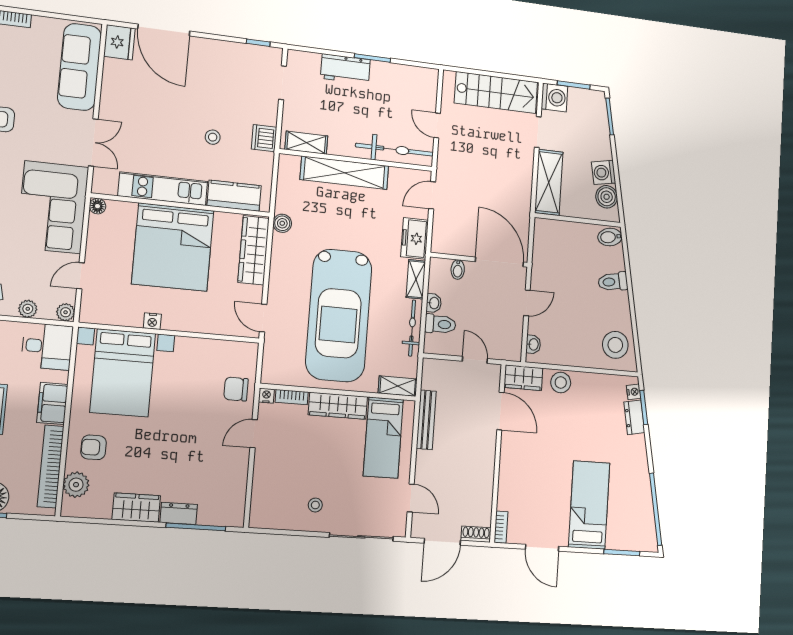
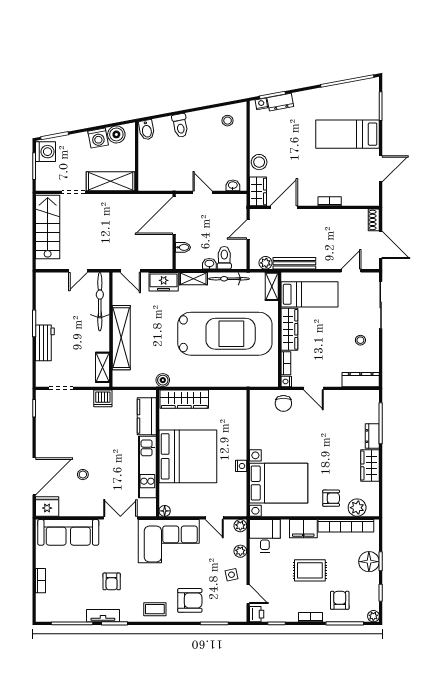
washing machine: (554, 97) -> (46, 152), moved, turned 90
stool: (213, 137) -> (83, 475), moved
door: (263, 318) -> (232, 388), removed
stool: (615, 345) -> (228, 121), width x0.53, depth x0.53
plant: (430, 380) -> (266, 263), added
armchair: (94, 447) -> (331, 498), turned -90
dresser: (260, 502) -> (361, 380), added
bookcase: (501, 527) -> (330, 201), moved

